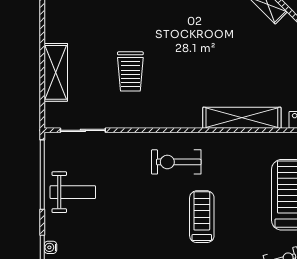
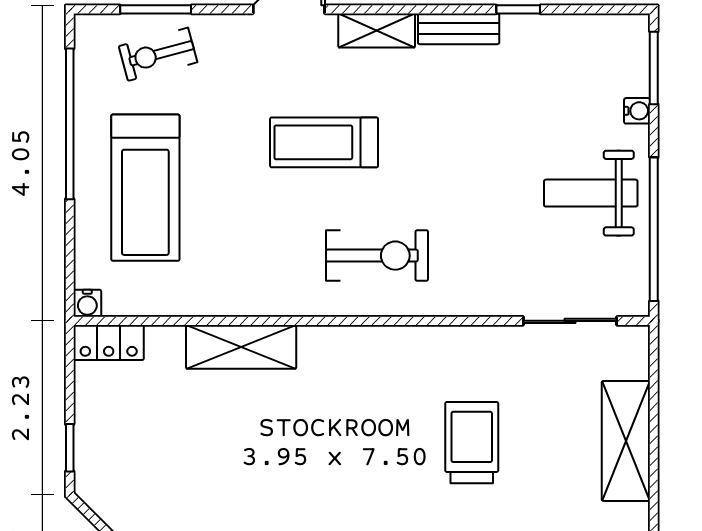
shelving: (242, 118) -> (241, 347), width x0.68
treadmill: (202, 217) -> (324, 142), turned 90
water cooler: (50, 247) -> (637, 111), moved

